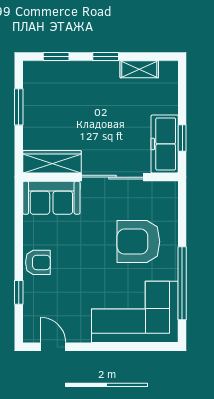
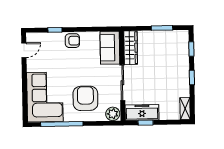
shelving: (139, 69) -> (185, 108), moved
plant: (166, 195) -> (113, 114), added
armchair: (38, 262) -> (72, 41), turned -90

